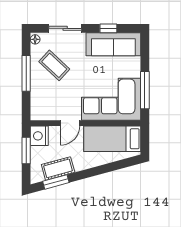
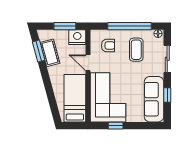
coffee table: (54, 65) -> (136, 50), turned -43
window: (26, 73) -> (130, 26), width x1.46
window: (145, 90) -> (116, 126), width x0.46
armchair: (49, 99) -> (108, 46), added

